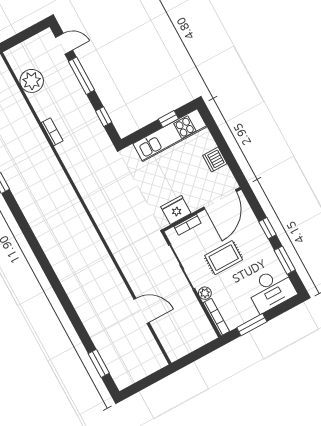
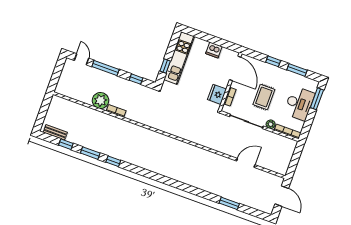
door: (64, 44) -> (82, 59), hinge flipped
plant: (32, 81) -> (101, 100), moved
window: (168, 119) -> (165, 66), moved
desk: (271, 290) -> (299, 104), moved
window: (252, 325) -> (317, 99), moved
window: (99, 363) -> (229, 203), moved
door: (148, 381) -> (282, 196), added

